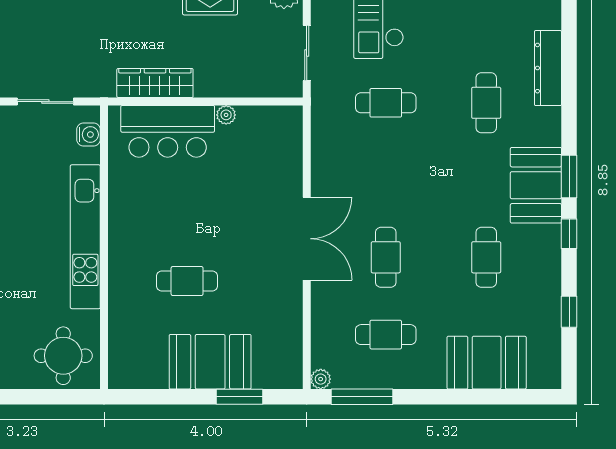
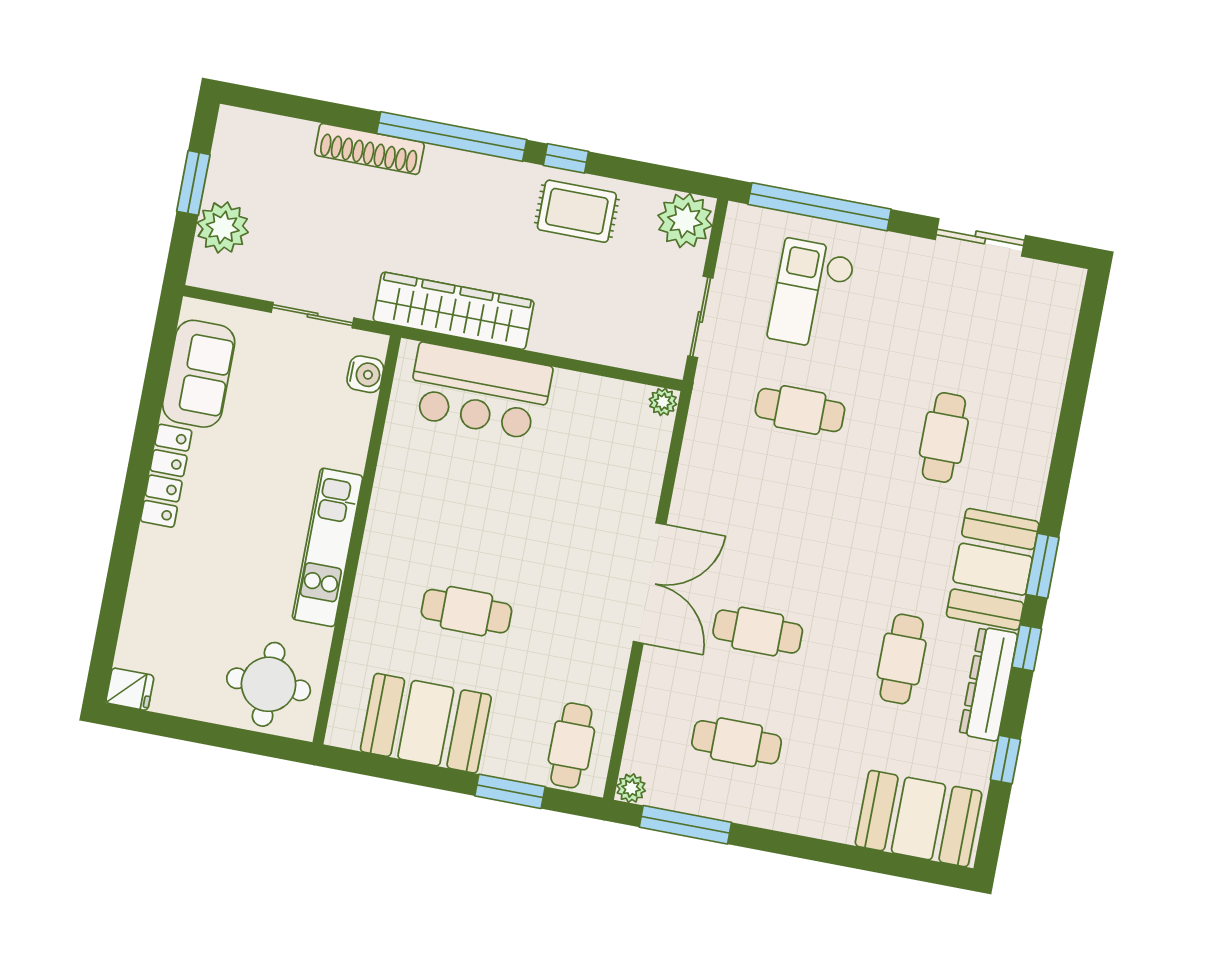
dresser: (548, 68) -> (989, 684), moved
wardrobe: (155, 83) -> (454, 311), width x1.40, depth x1.17
plant: (226, 115) -> (663, 402), moved
kitchen unit: (85, 237) -> (328, 547), width x0.73
cafe table: (386, 257) -> (758, 632), turned 90
cafe table: (275, 358) -> (571, 745), added
booth: (210, 362) -> (426, 723), moved
booth: (487, 363) -> (919, 819), moved

